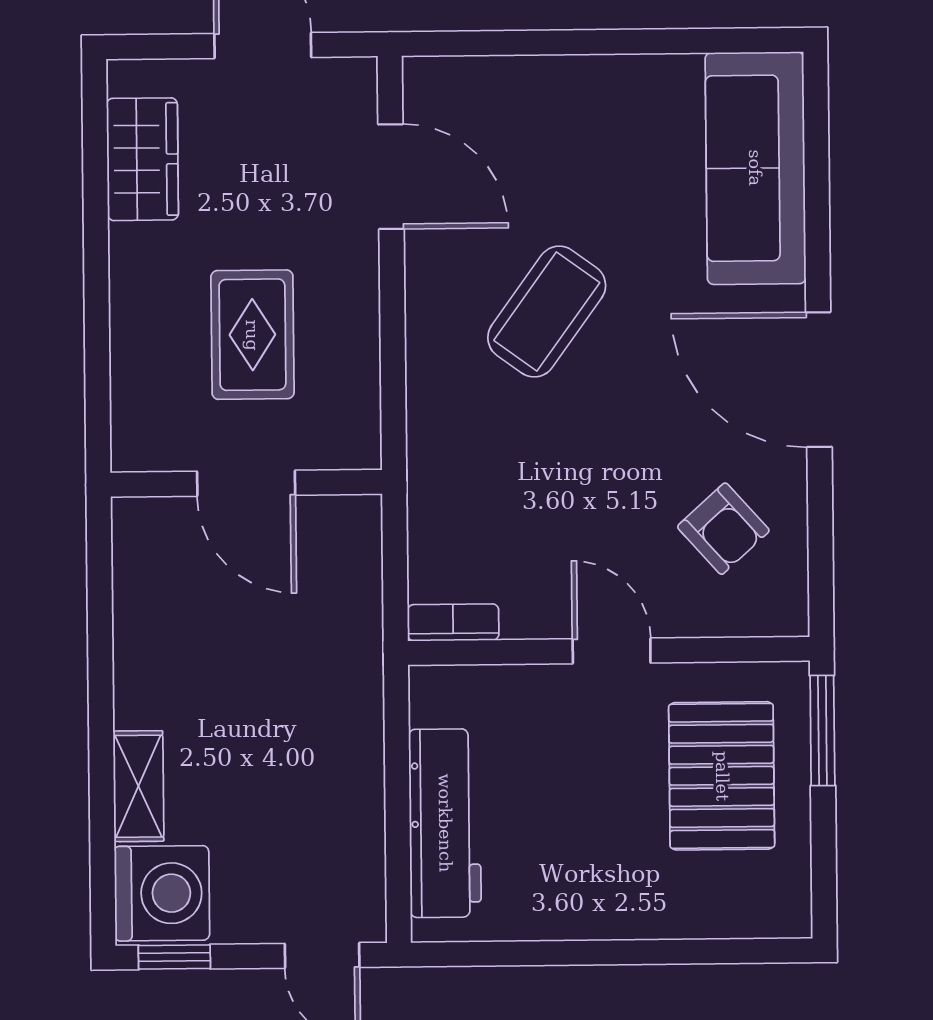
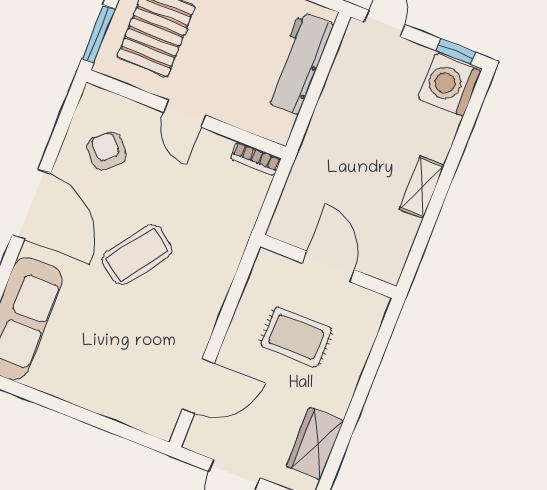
door: (391, 177) -> (198, 386), swing flipped
coffee table: (547, 312) -> (137, 255), moved
rug: (252, 335) -> (296, 337), turned 90
shelving: (138, 786) -> (422, 187), moved

